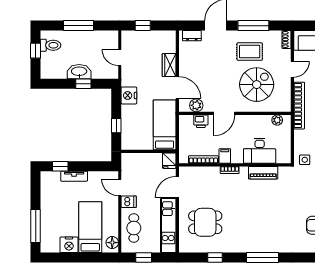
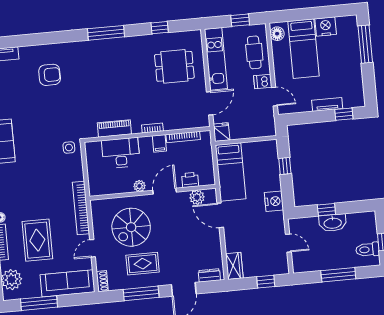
wardrobe: (169, 65) -> (234, 266), moved
plant: (277, 120) -> (139, 186), moved

